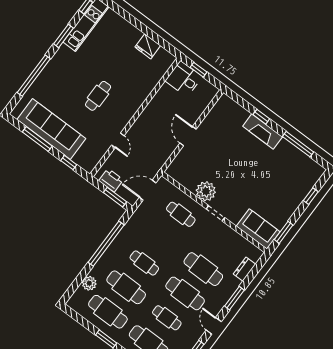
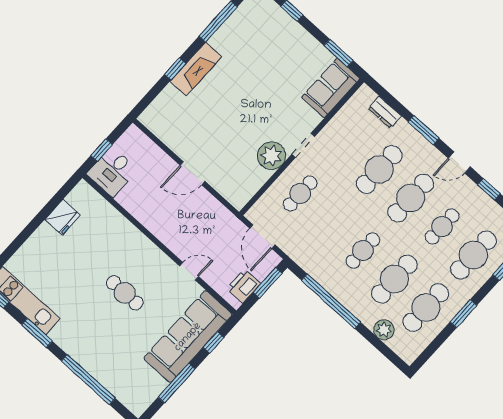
sofa: (51, 129) -> (188, 337), moved

